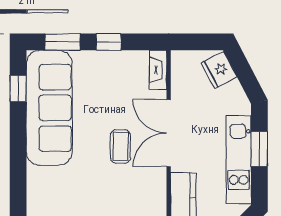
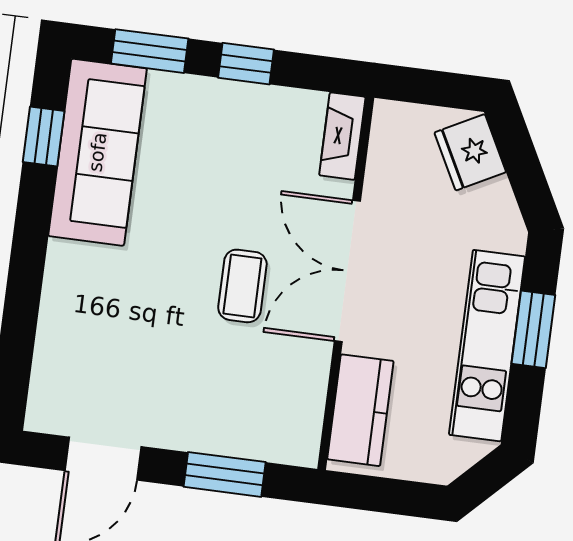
sofa: (49, 108) -> (98, 152), width x0.74, depth x0.79

